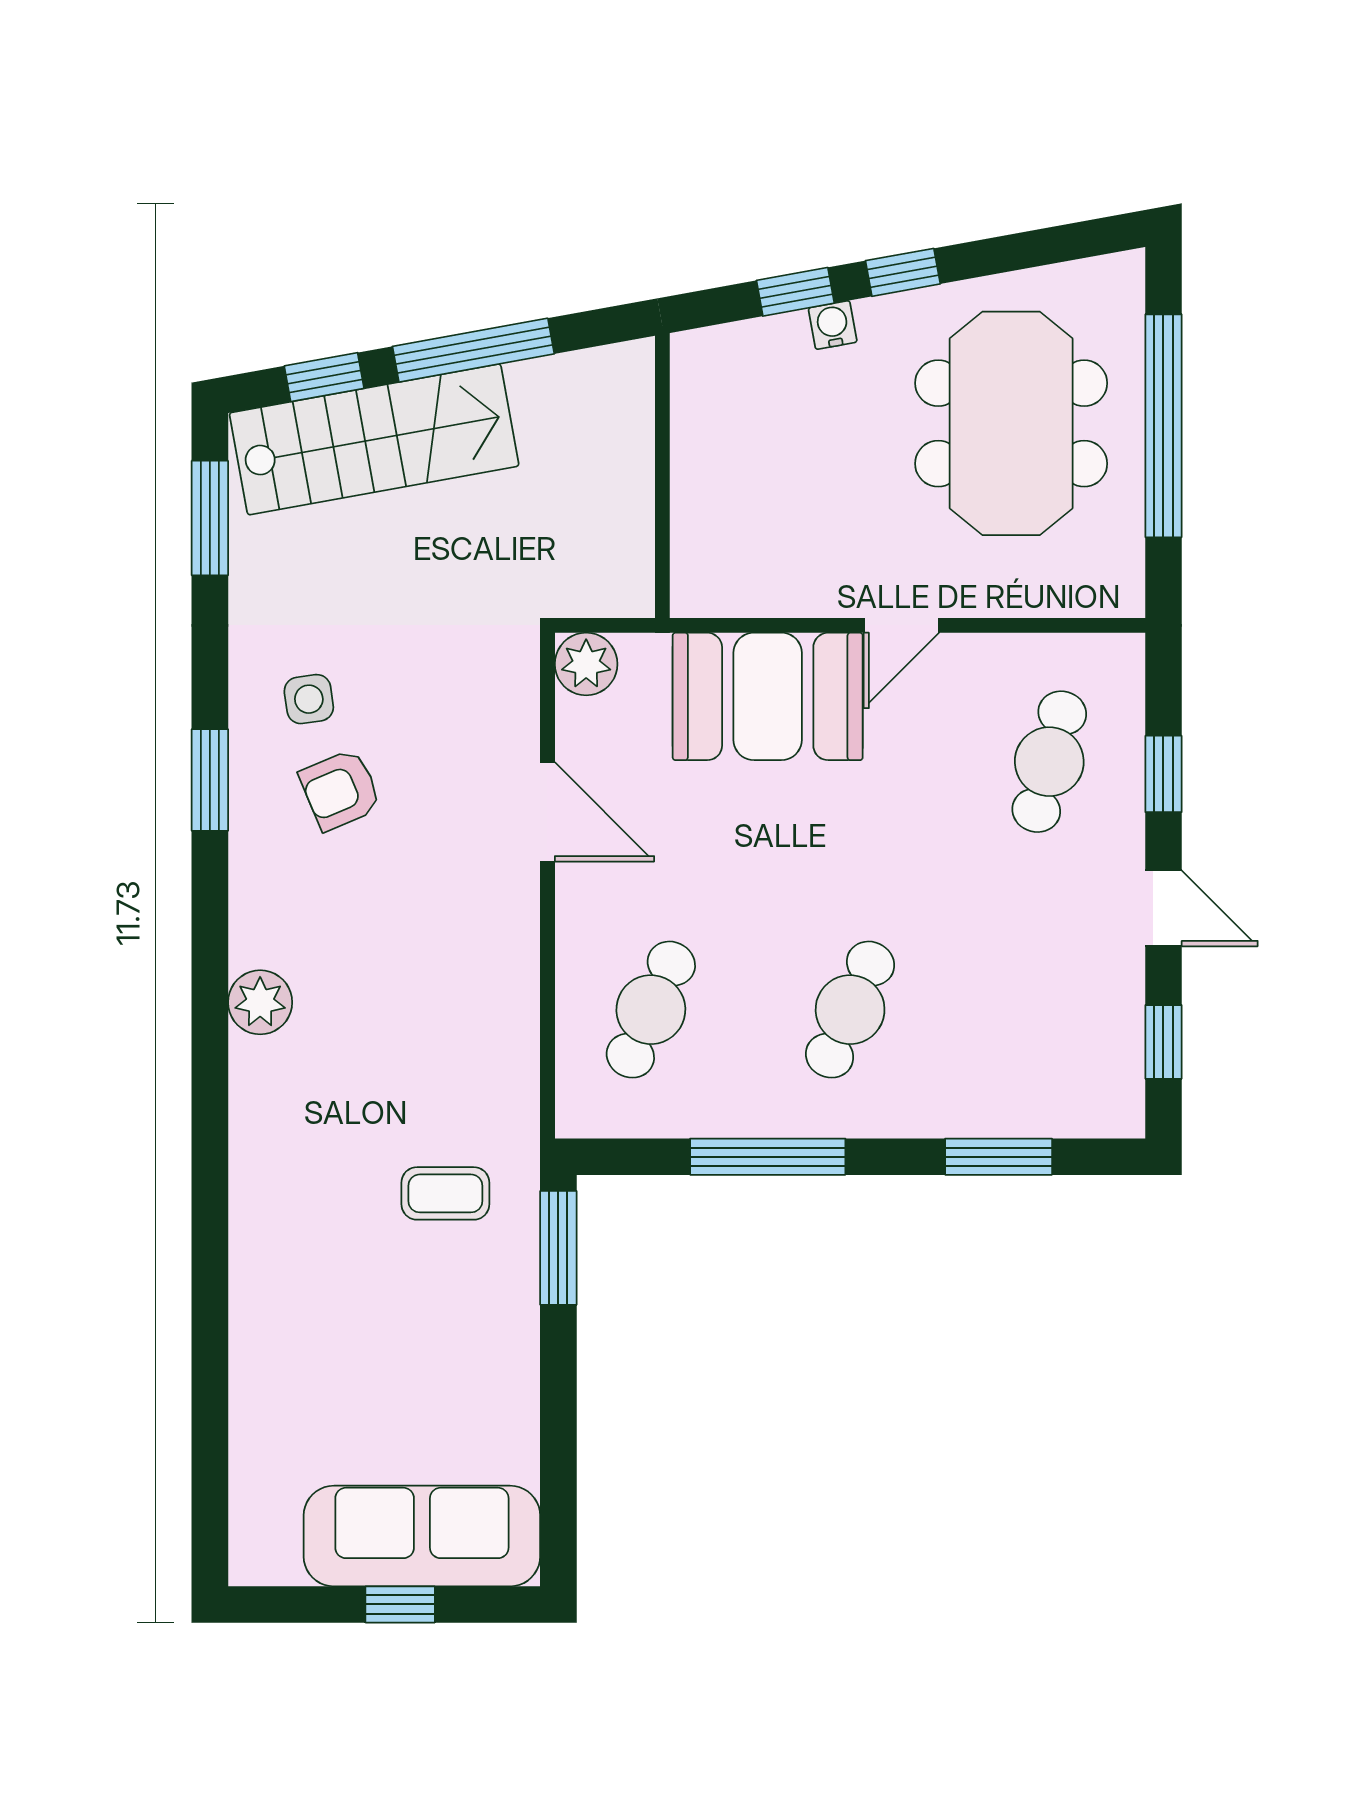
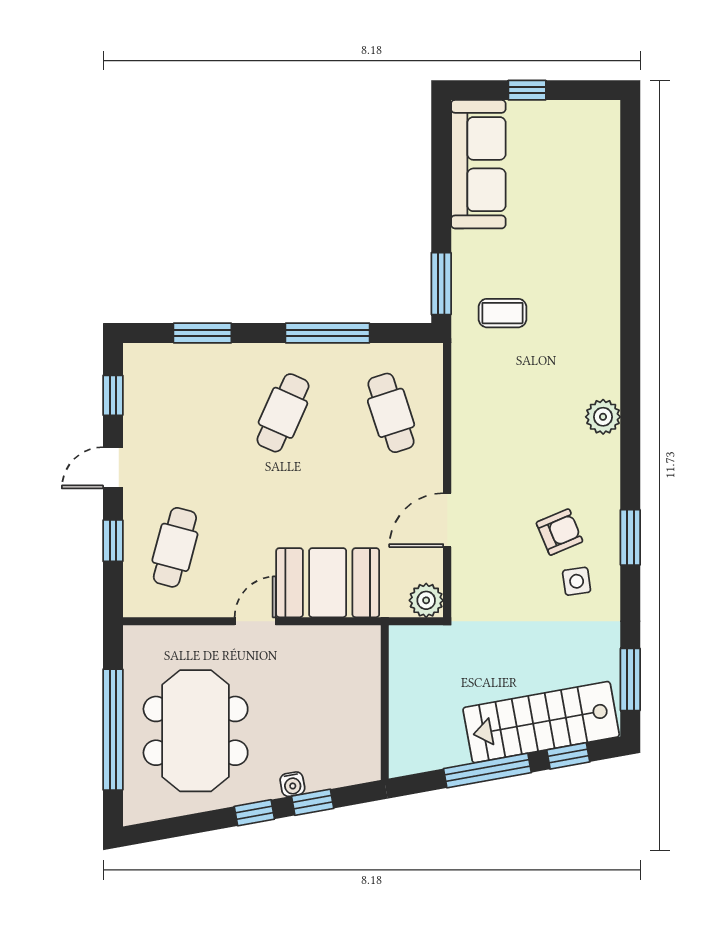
door: (548, 812) -> (447, 520), hinge flipped
door: (1163, 908) -> (113, 468), hinge flipped
cafe table: (651, 1010) -> (391, 413), turned -42
sofa: (422, 1536) -> (478, 164), moved, turned -90

